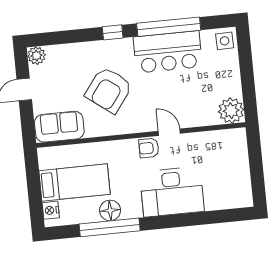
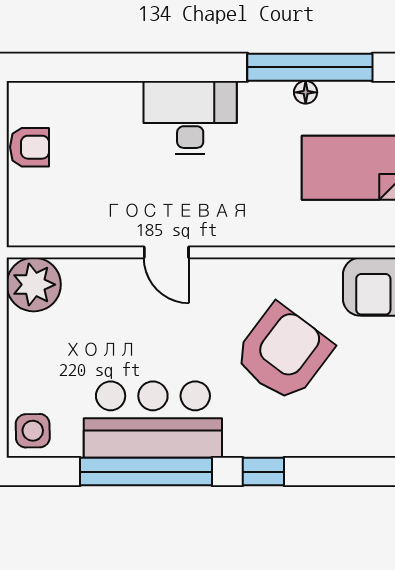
armchair: (149, 148) -> (30, 147), moved
desk: (172, 192) -> (190, 117), width x0.73, depth x0.77
floor lamp: (110, 210) -> (306, 92), width x0.53, depth x0.53

